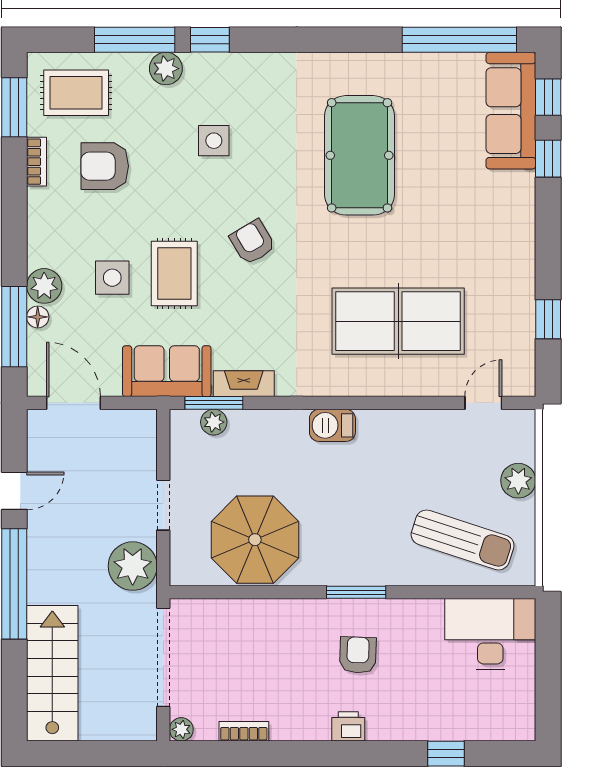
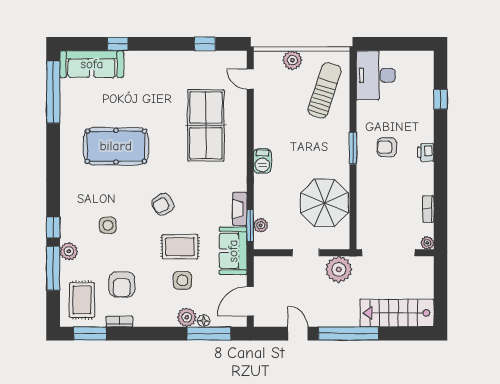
window: (548, 97) -> (84, 44), removed

